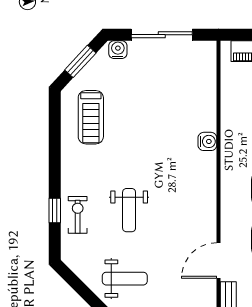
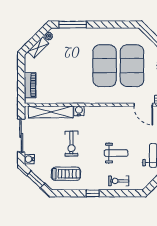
shelving: (205, 89) -> (51, 112), added
exercise bike: (147, 128) -> (71, 144), added
window: (55, 211) -> (93, 193), moved

